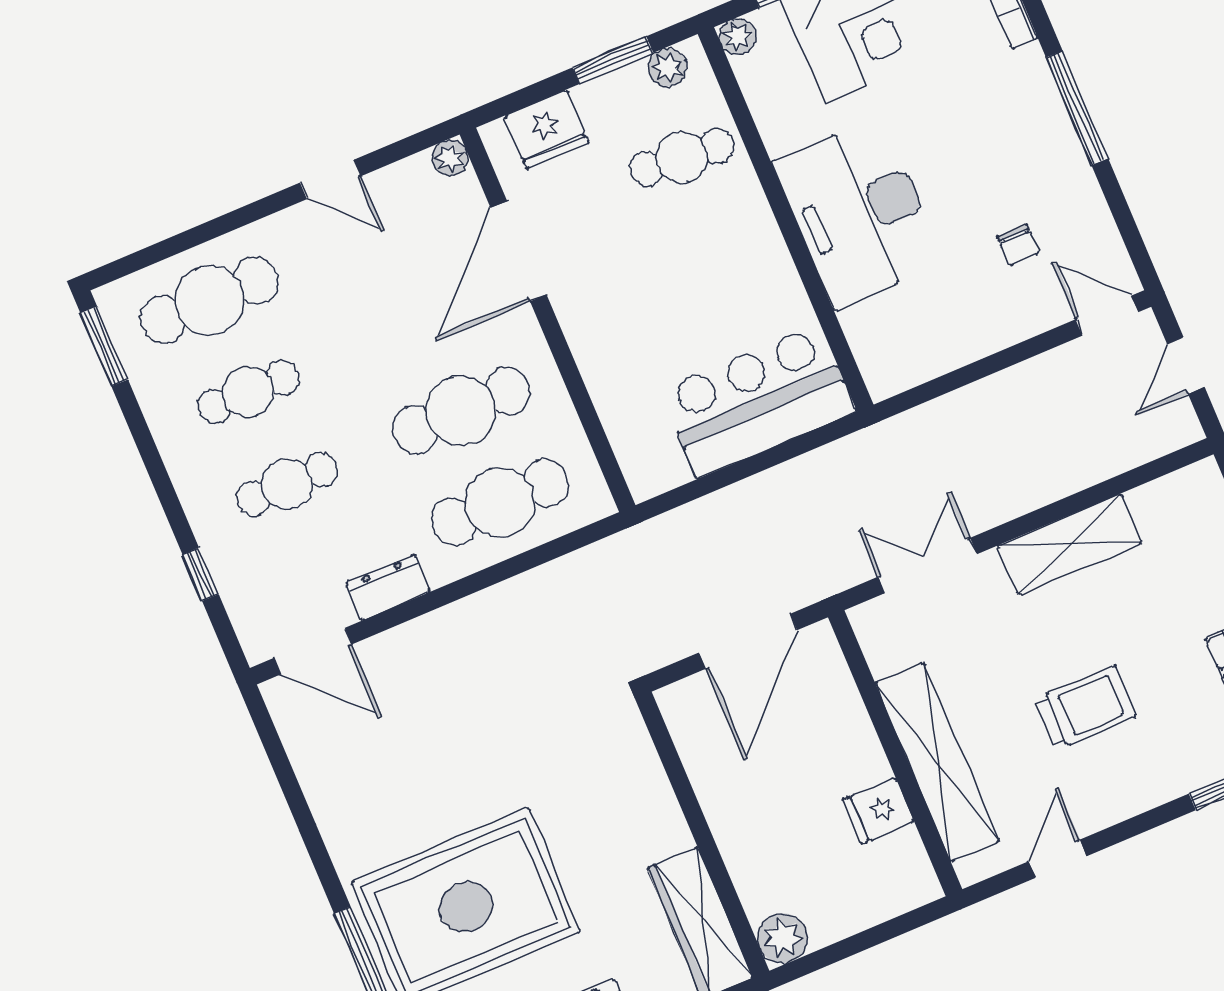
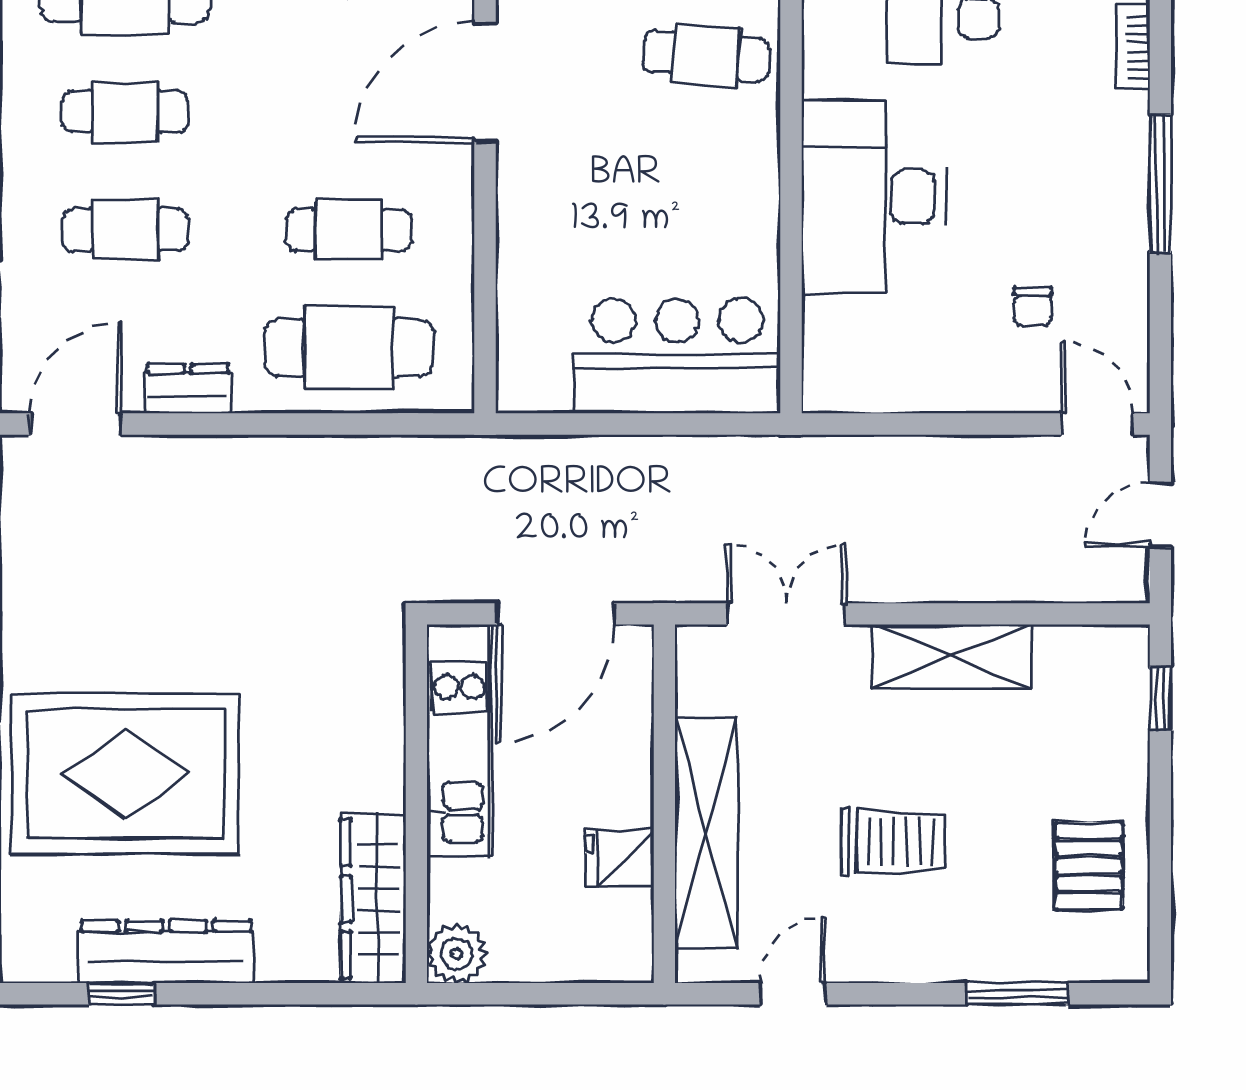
cafe table: (461, 410) -> (349, 230), width x0.73, depth x0.74
door: (313, 651) -> (76, 424), swing flipped
kitchen unit: (715, 771) -> (460, 740), added

